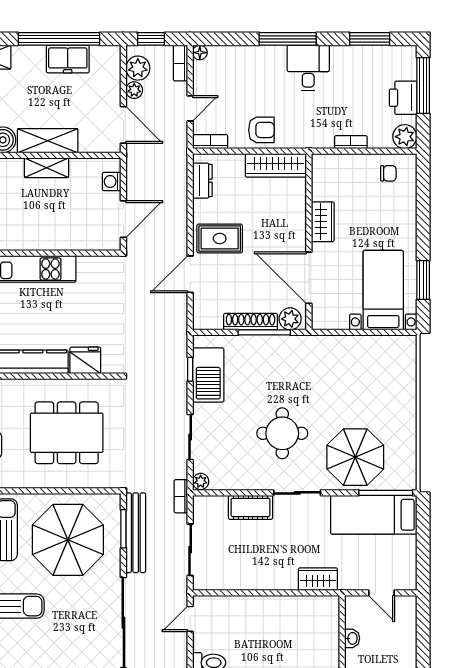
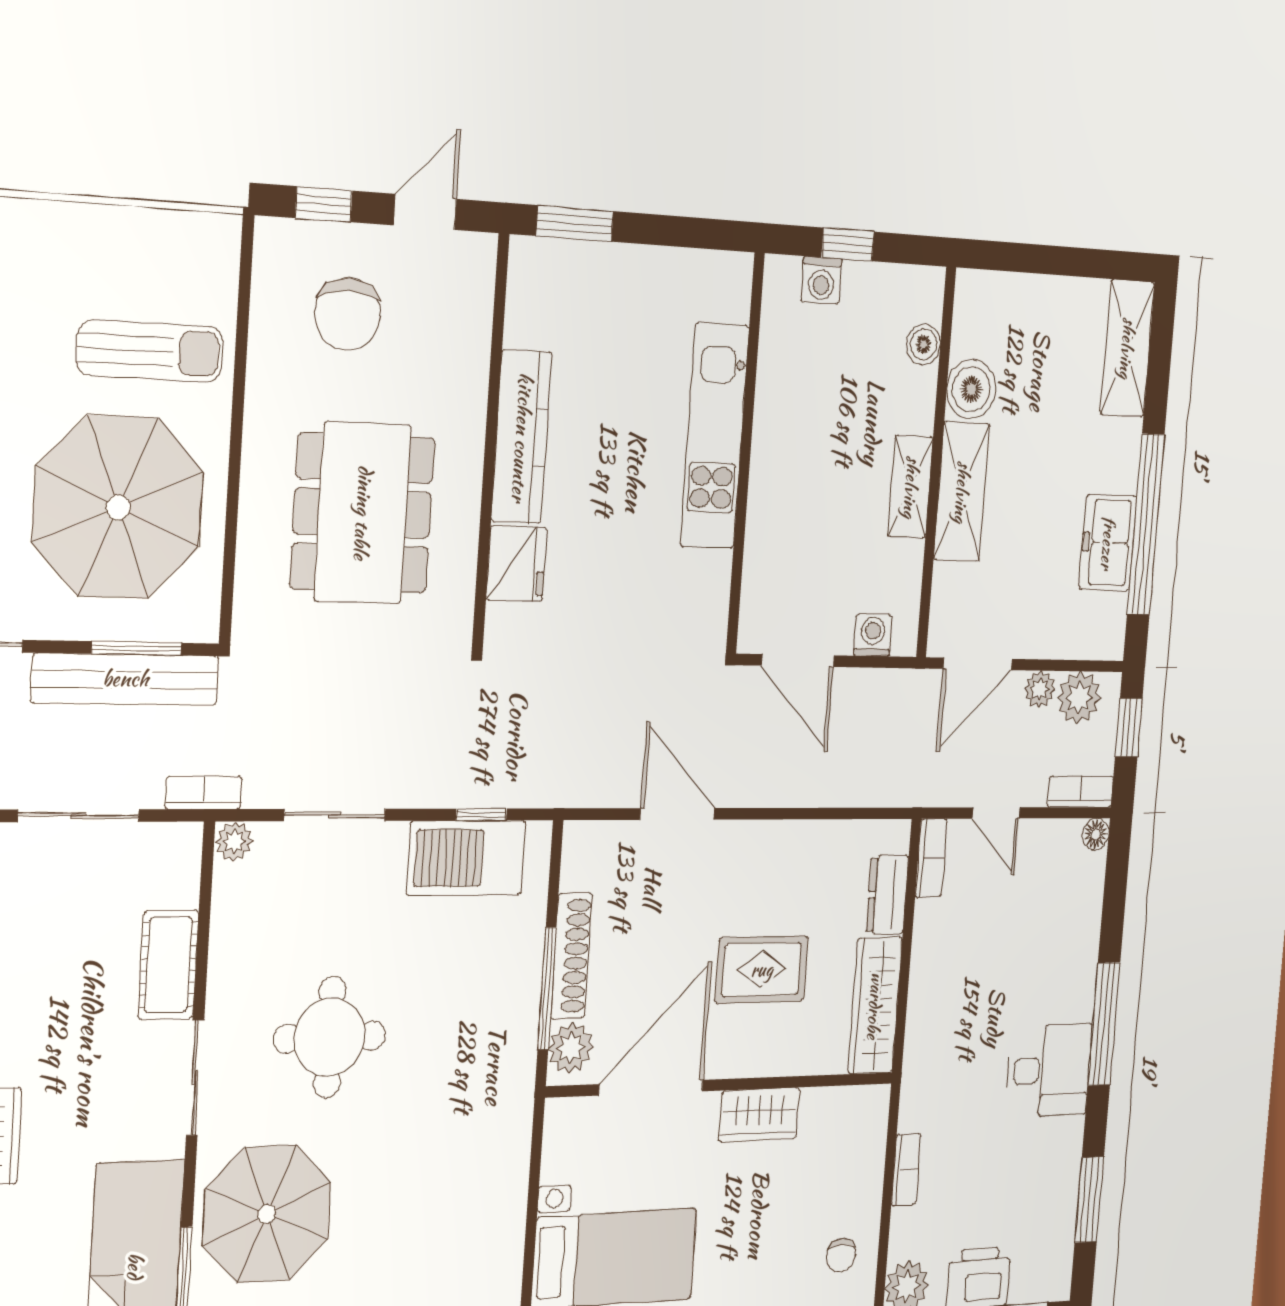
armchair: (261, 130) -> (944, 972), removed
dresser: (202, 181) -> (887, 895), moved, turned 90
rug: (220, 238) -> (762, 970), moved, turned 90

